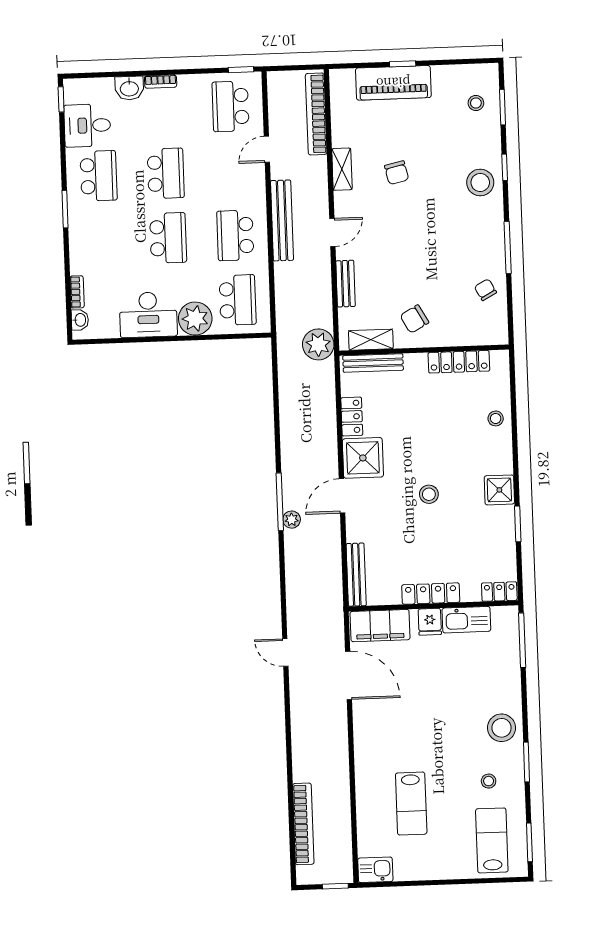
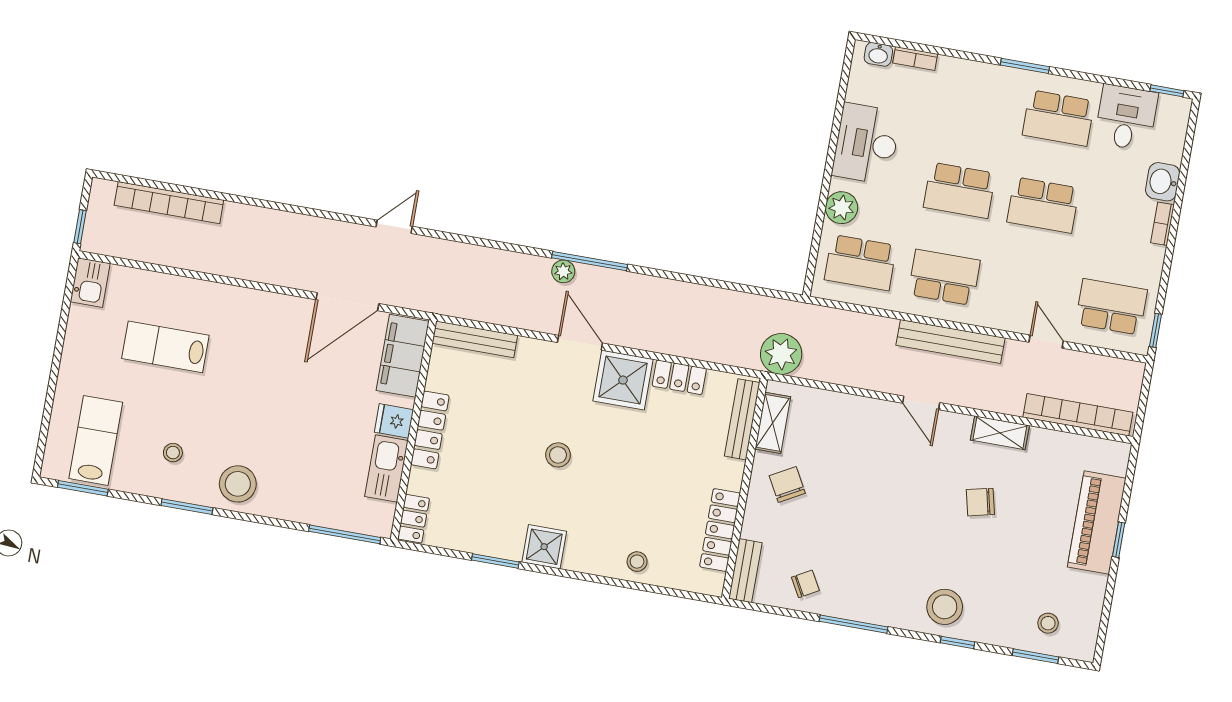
bench: (346, 284) -> (745, 571), moved, turned 90
plant: (195, 319) -> (841, 208), width x0.73, depth x0.73
lab bench: (492, 840) -> (96, 440), turned -90

